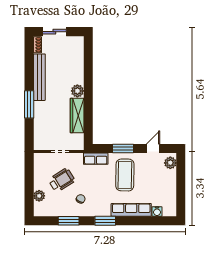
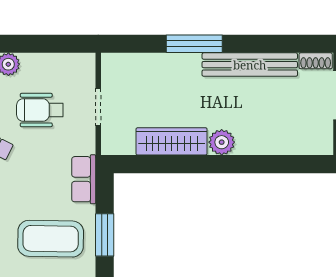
wheelchair: (62, 180) -> (40, 110), turned 122

